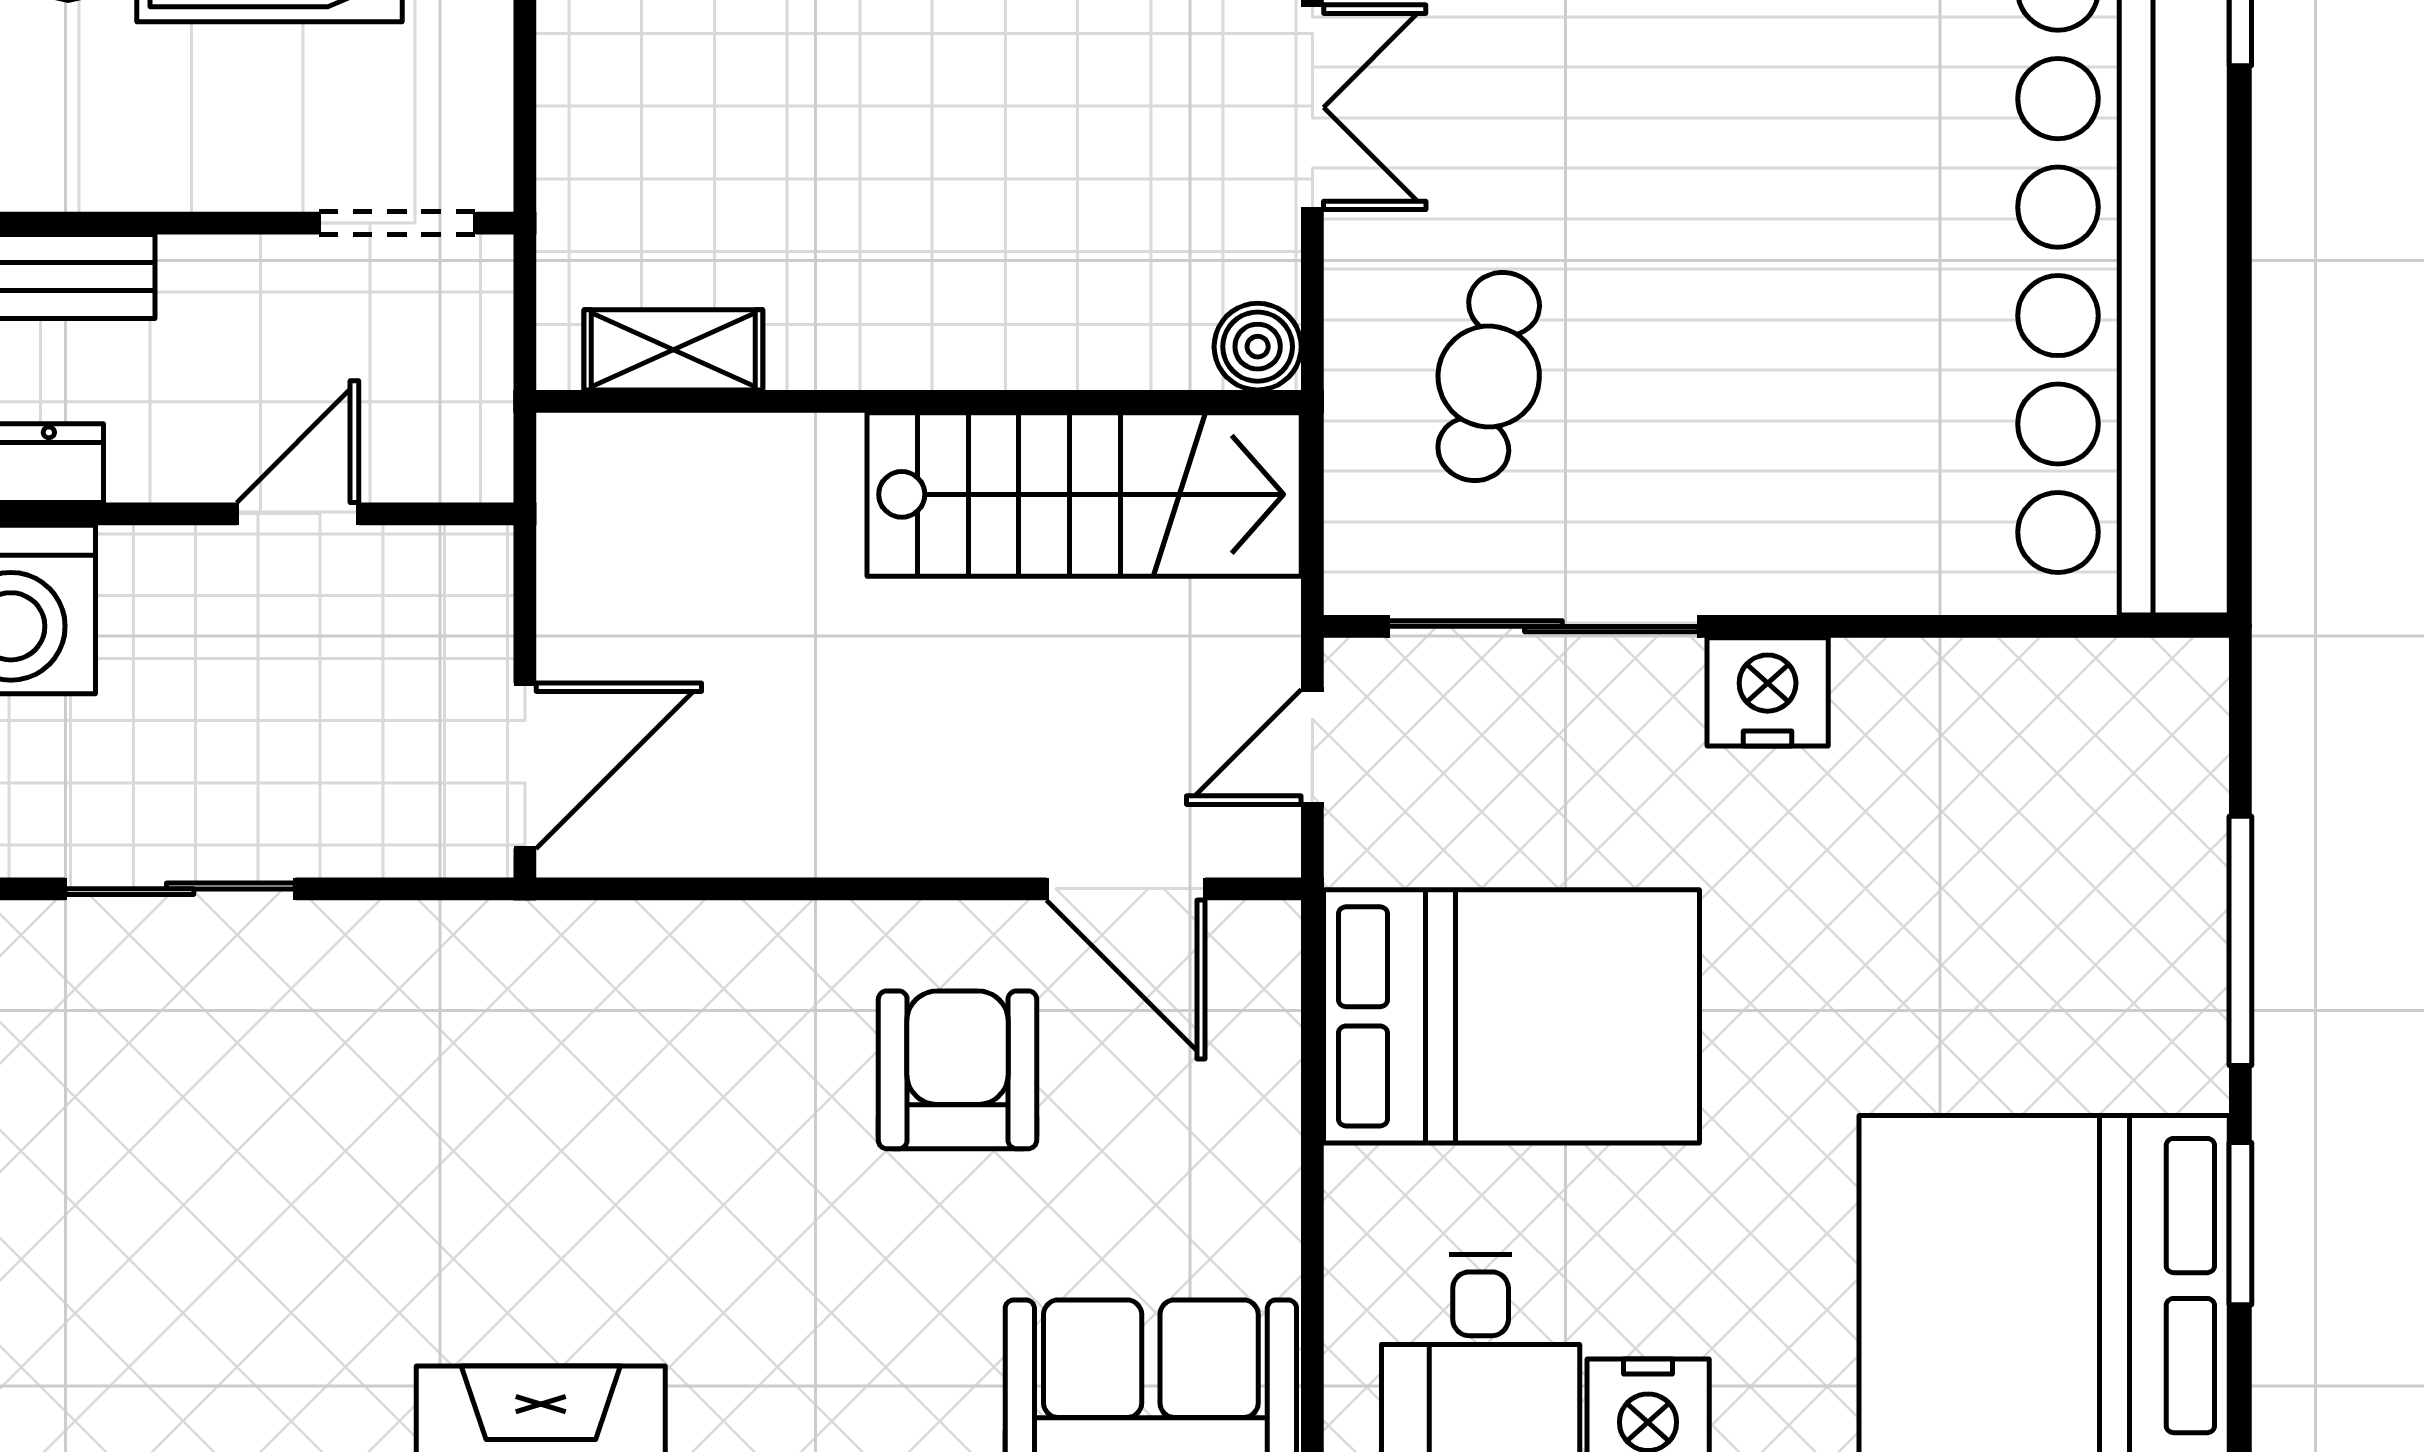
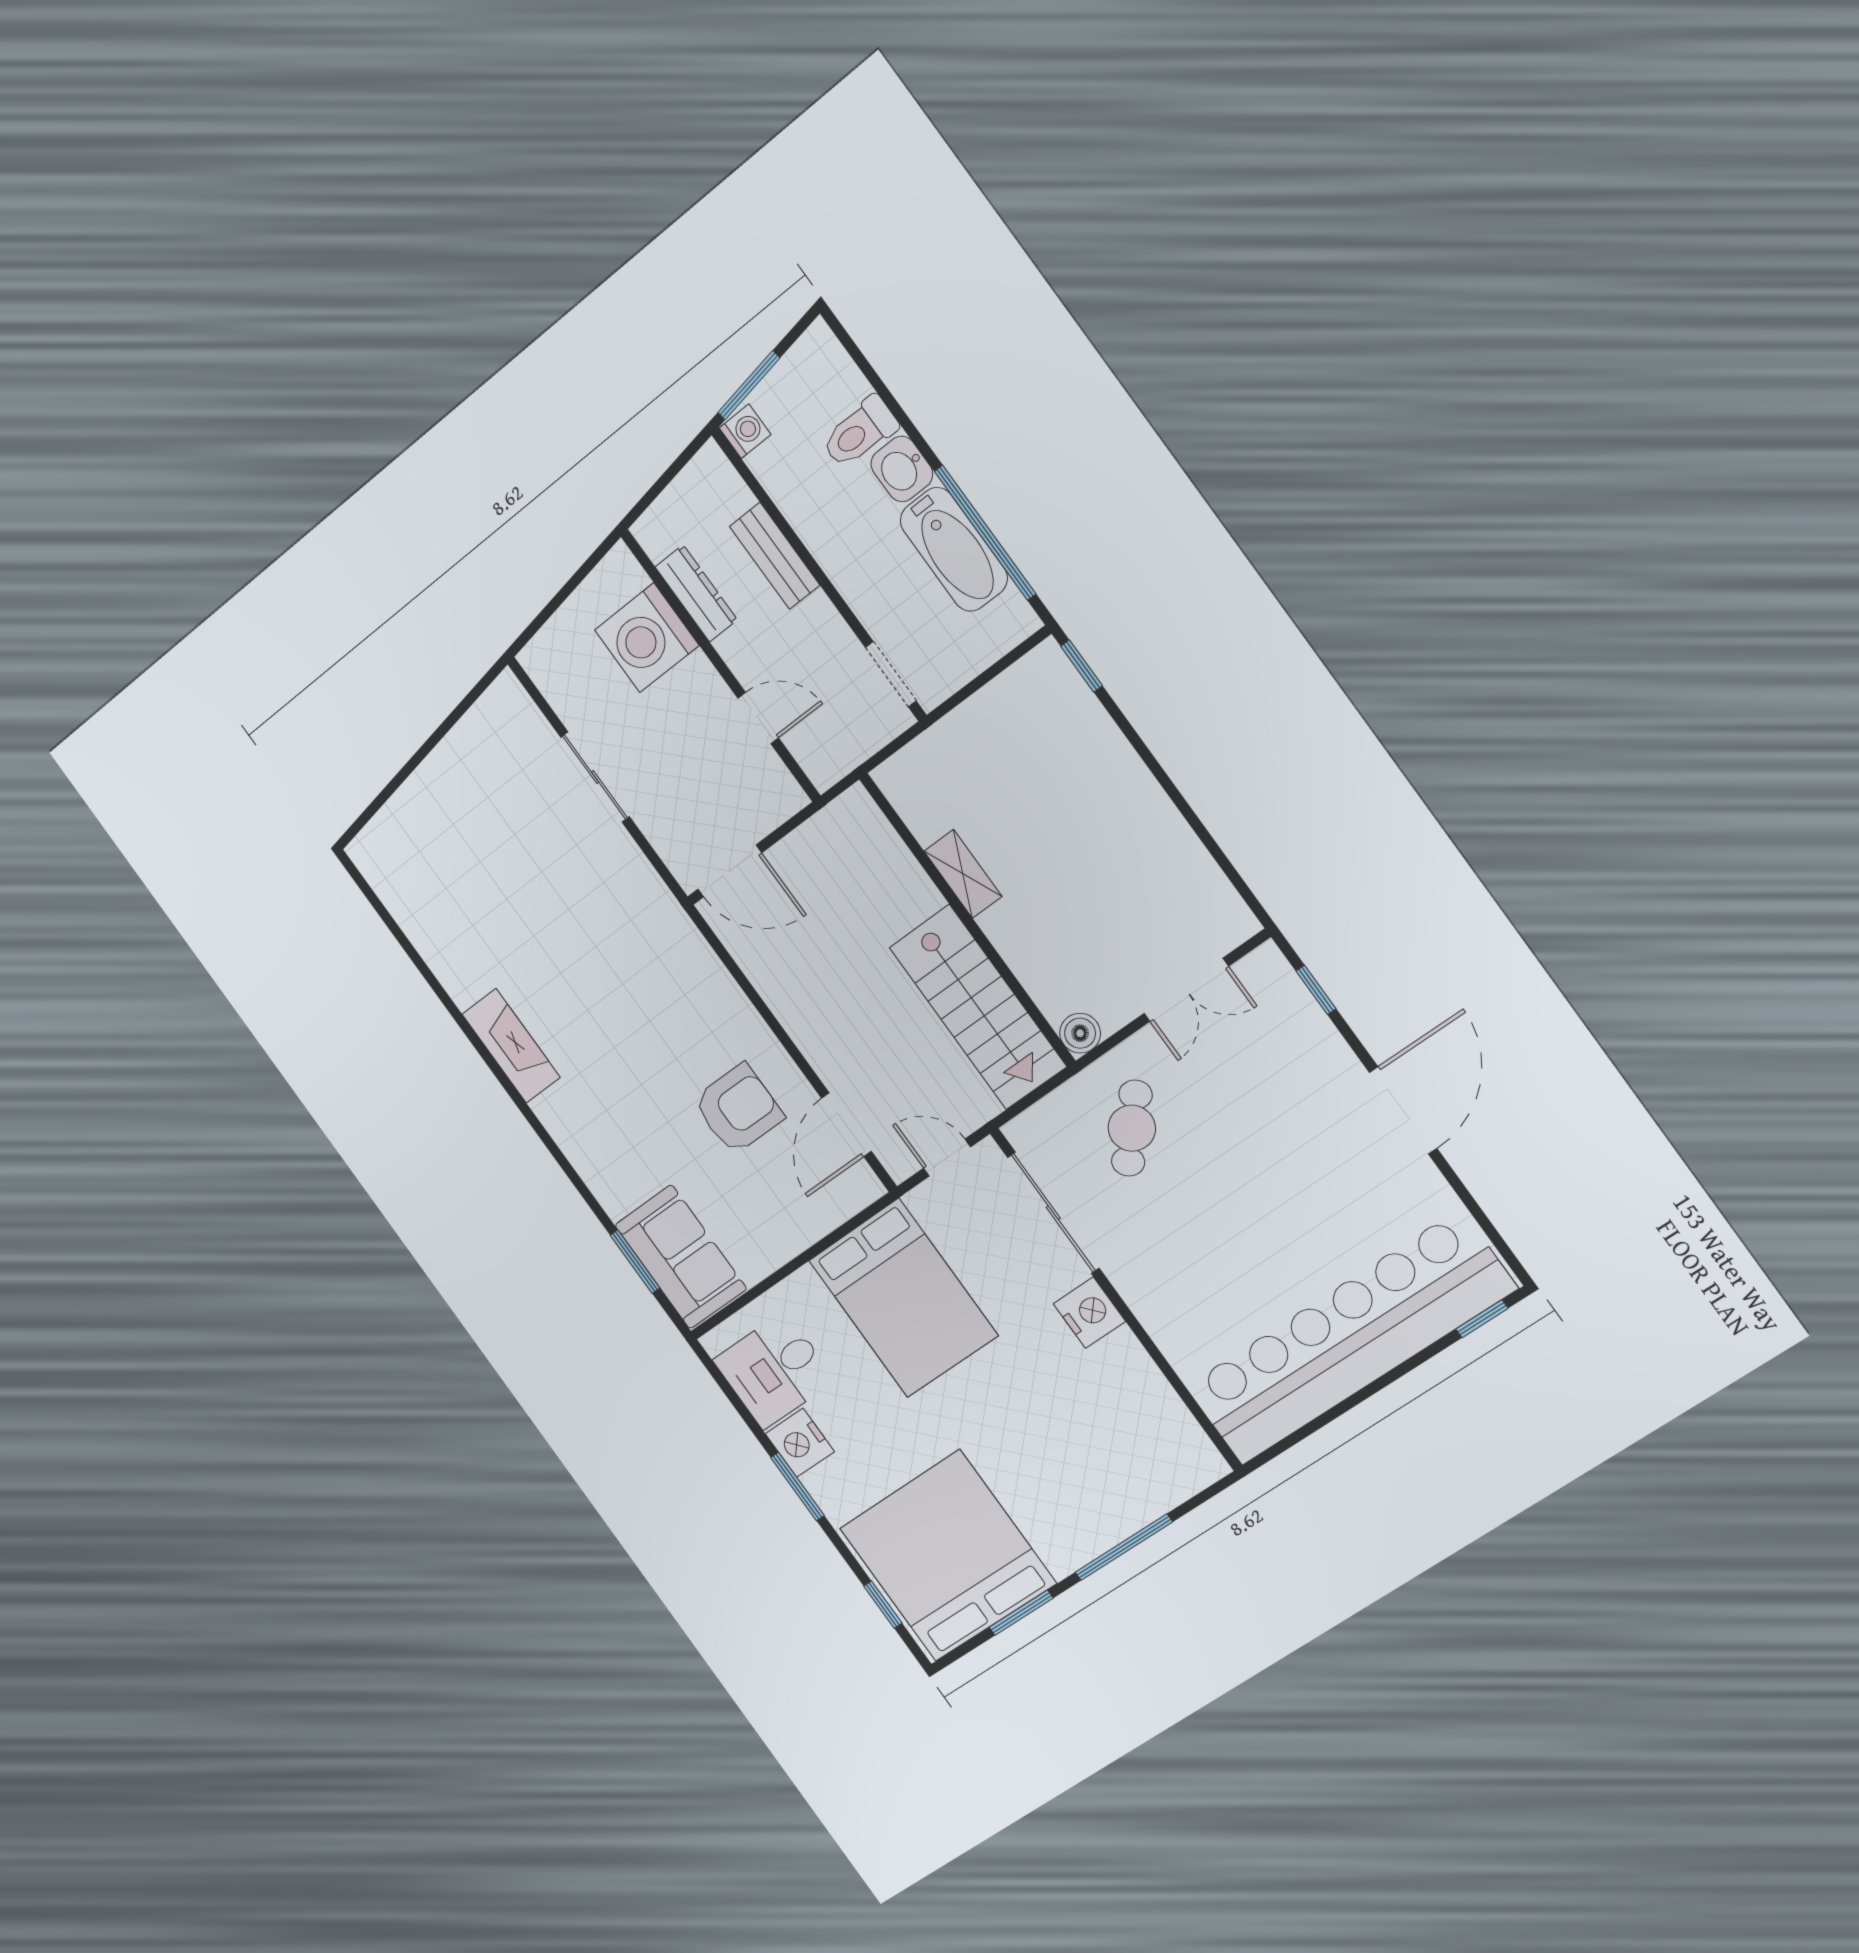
shelving: (673, 350) -> (963, 874), moved
cafe table: (1489, 377) -> (1132, 1128), turned -60

